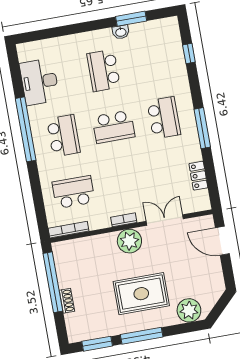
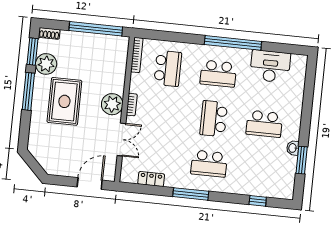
school desk: (104, 70) -> (264, 124), turned 180
shoe rack: (67, 301) -> (49, 33), moved
plant: (189, 310) -> (46, 64), moved

